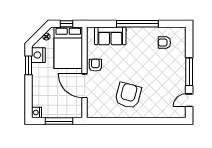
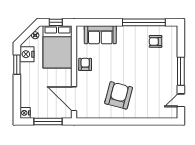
window: (137, 24) -> (144, 22), moved
door: (85, 86) -> (74, 99), moved

